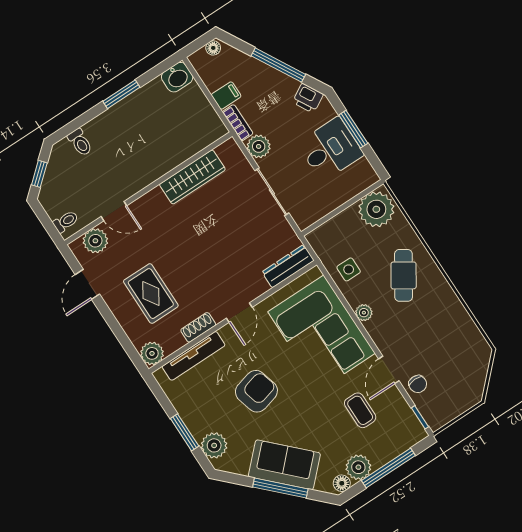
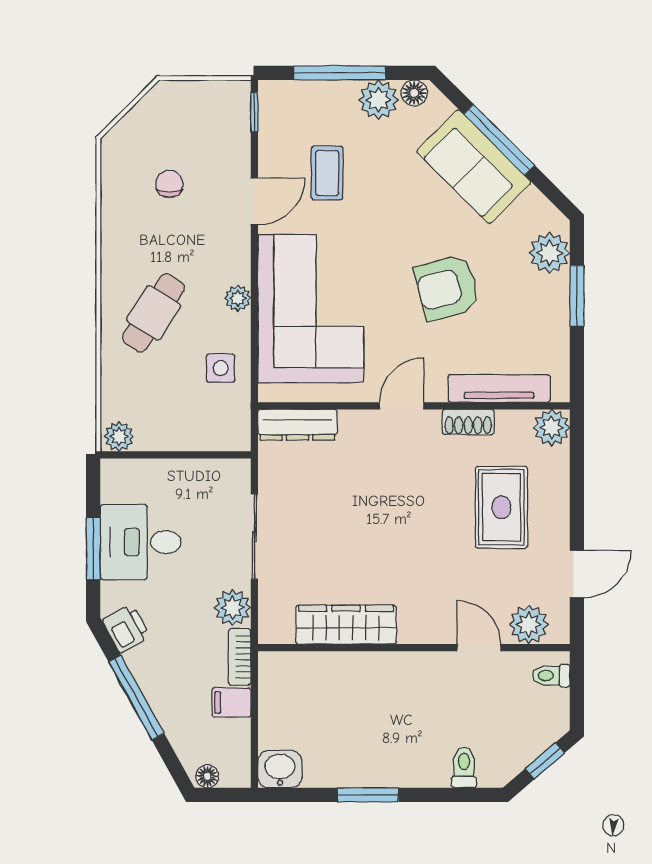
plant: (376, 209) -> (119, 436), width x0.53, depth x0.53
chair: (418, 384) -> (169, 184), moved

